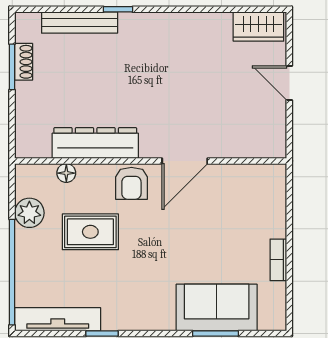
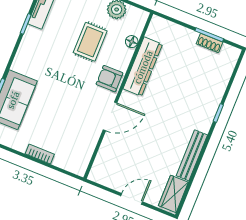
bench: (80, 23) -> (192, 155), moved
door: (185, 161) -> (110, 116), swing flipped
bookcase: (278, 260) -> (40, 154), moved

